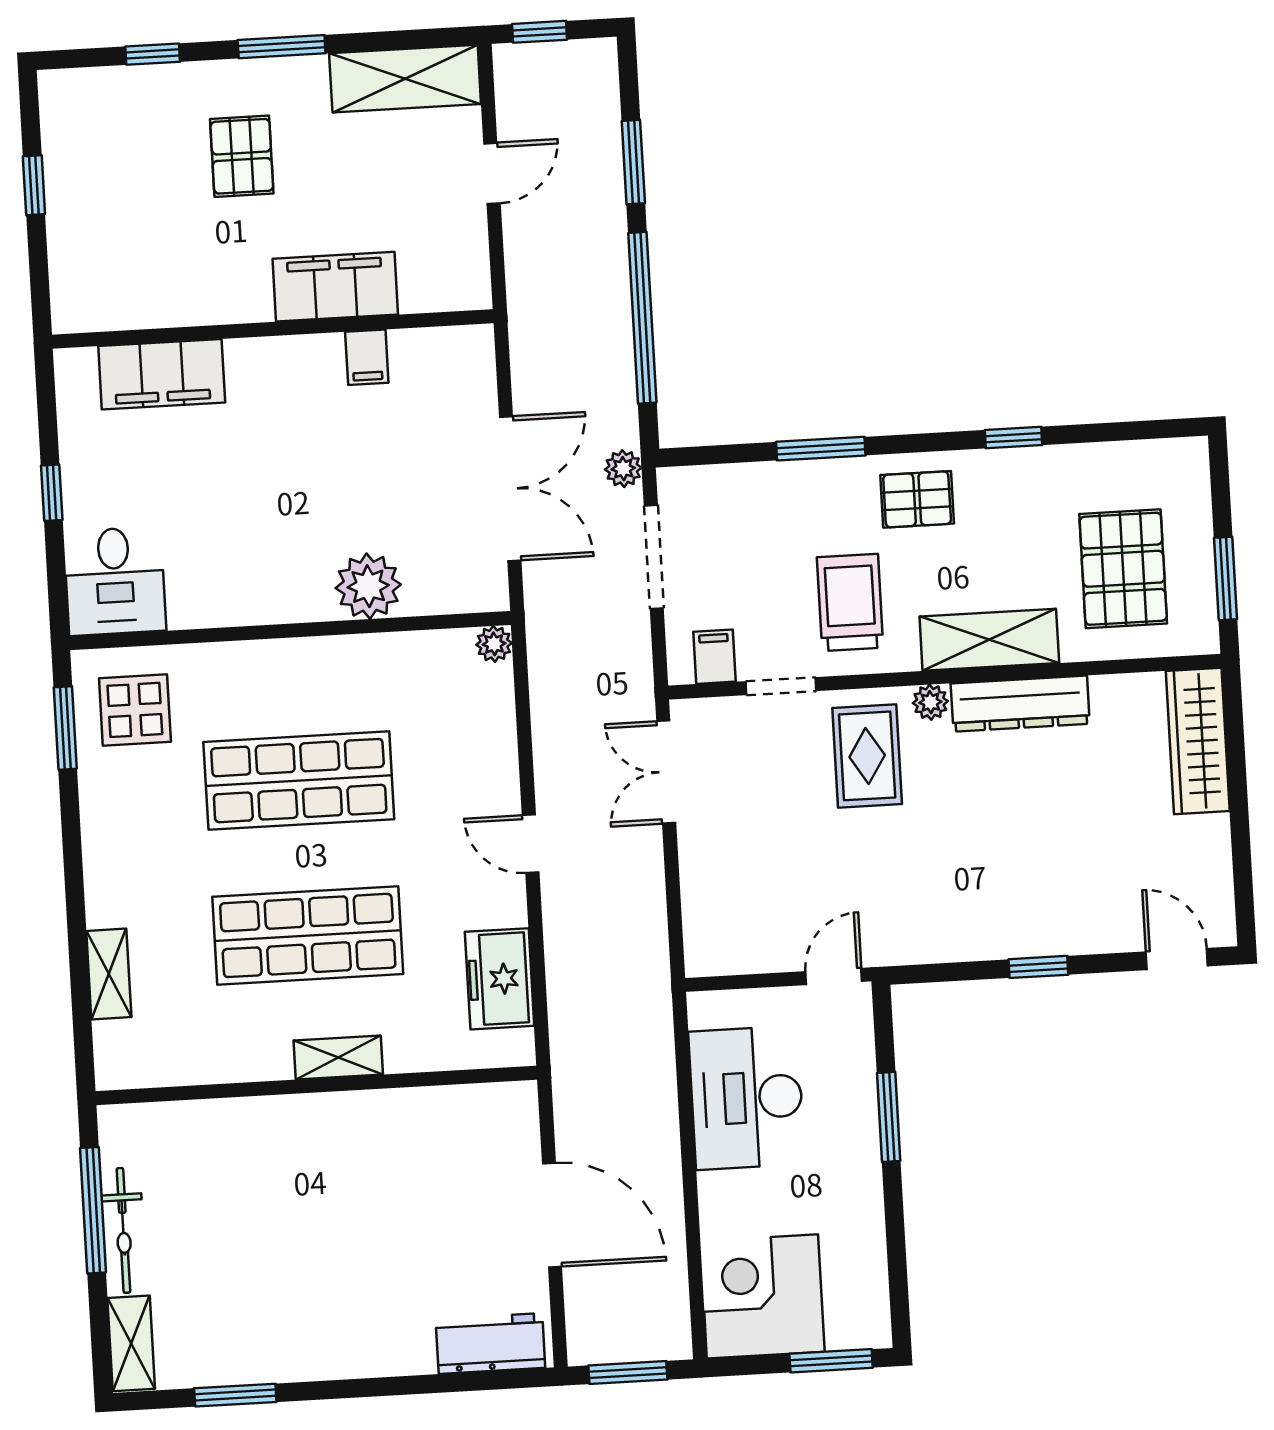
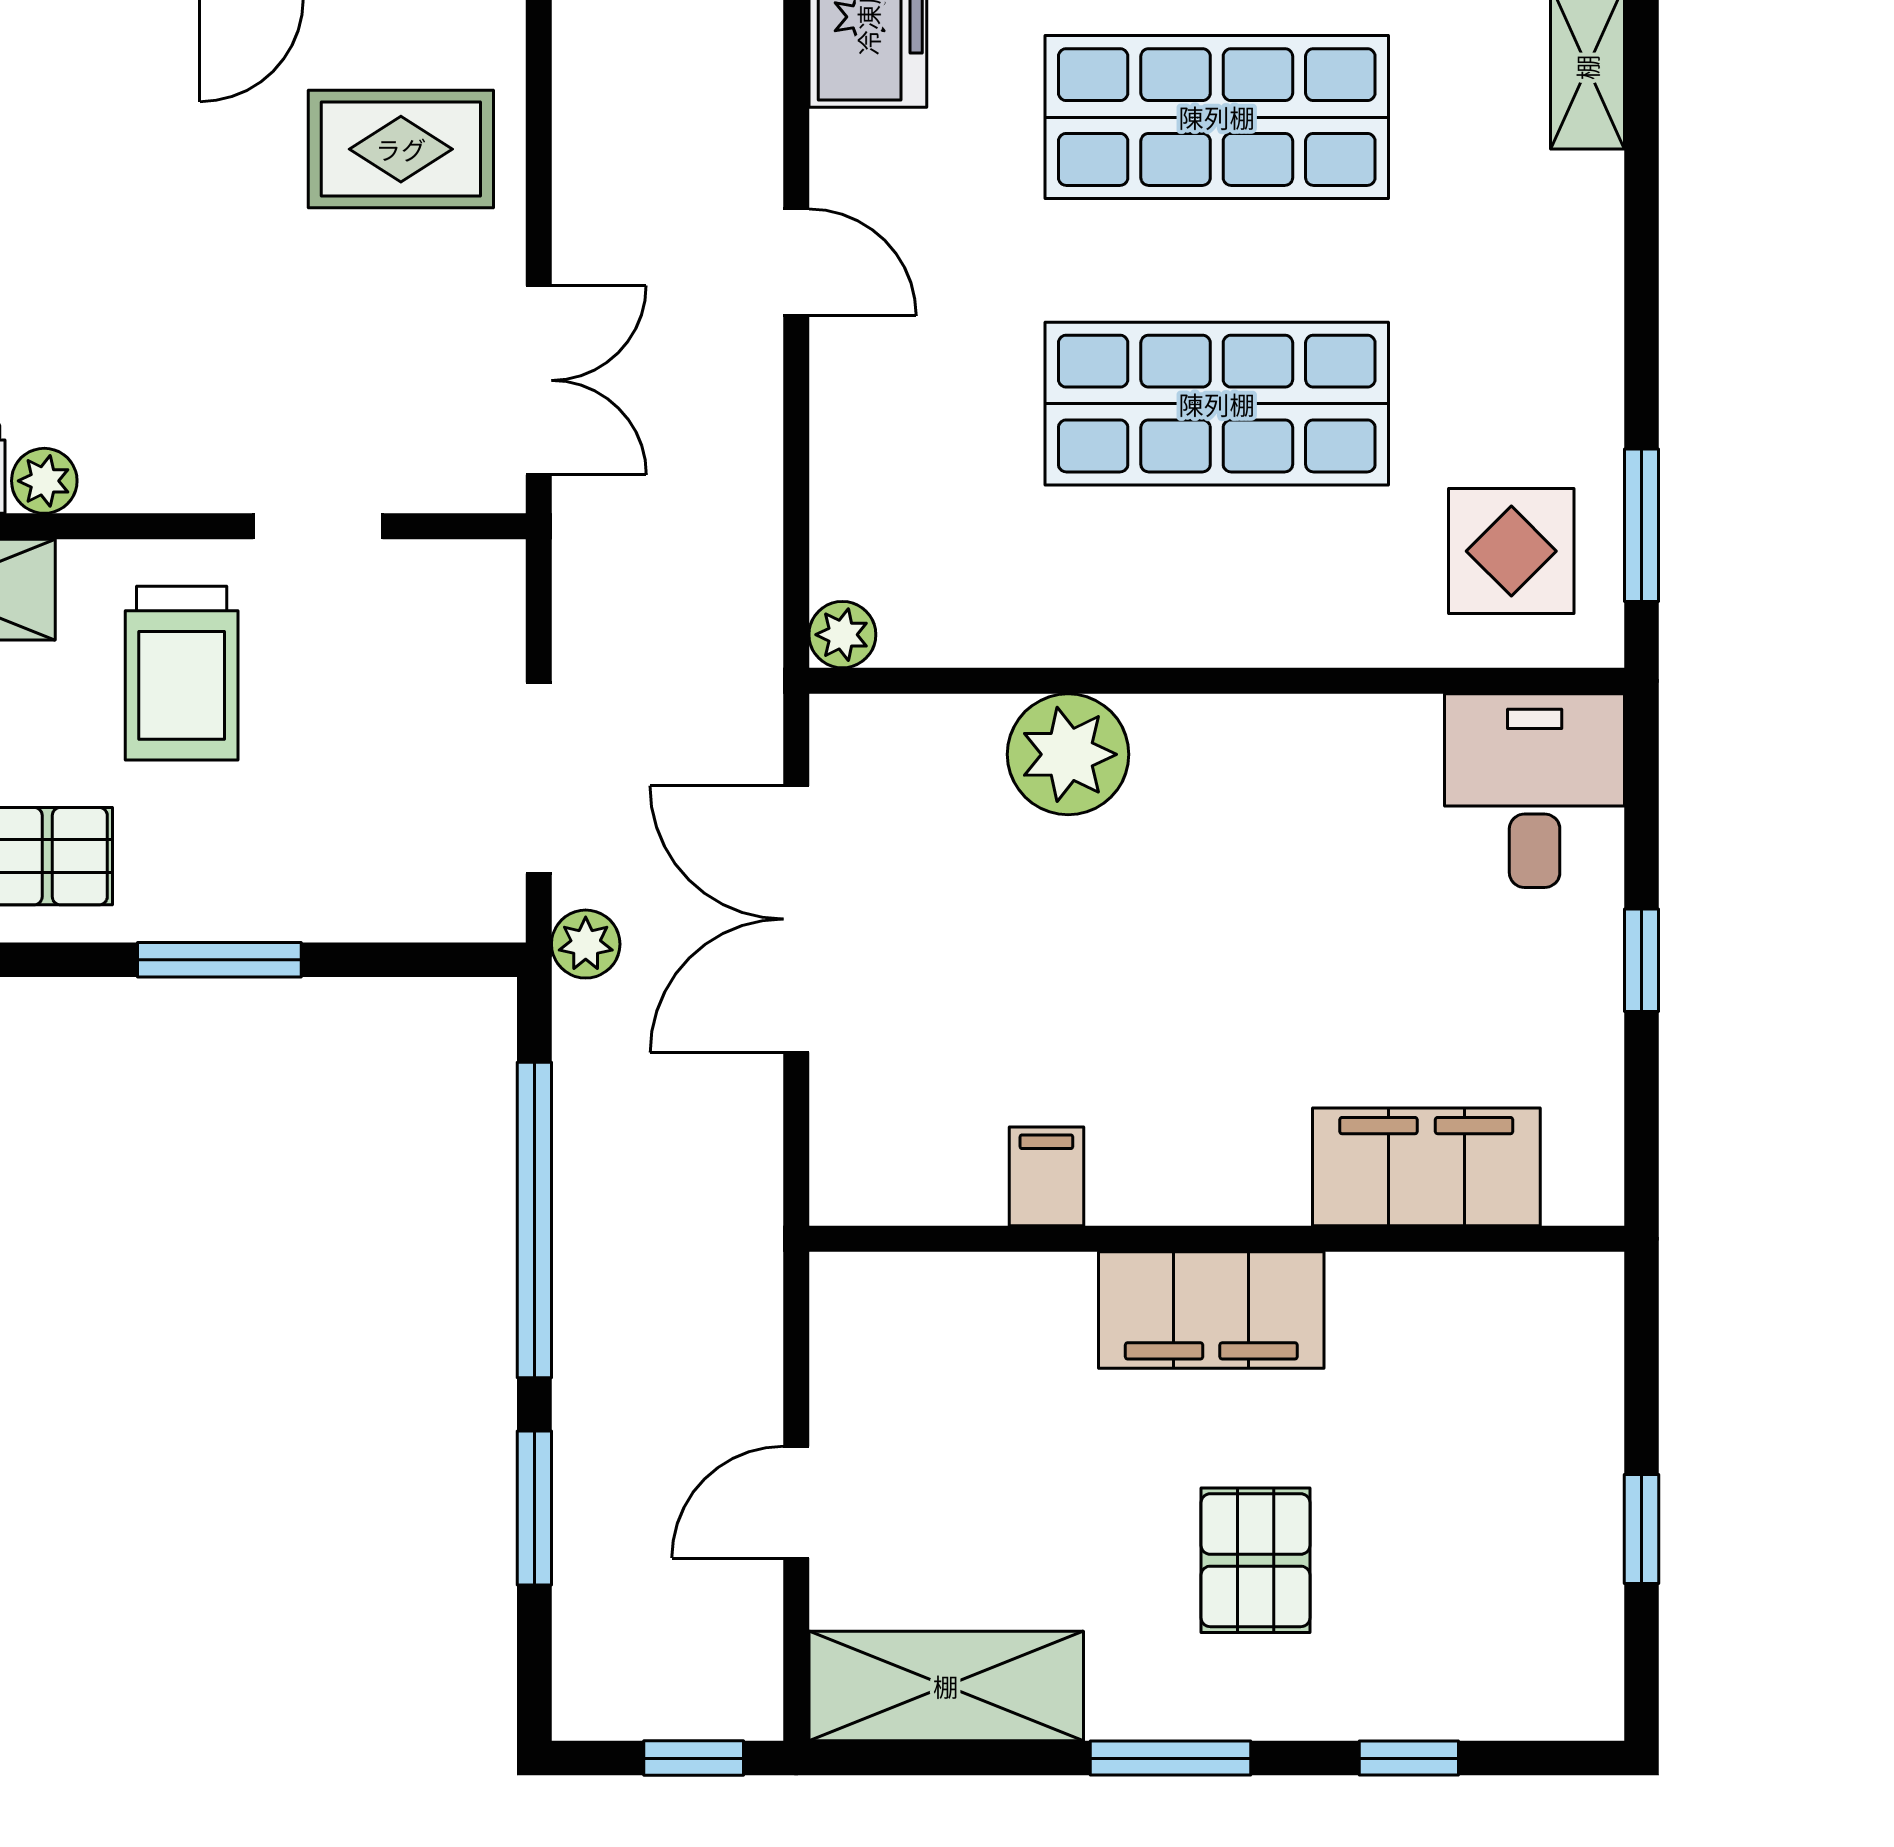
filing cabinet: (335, 287) -> (1211, 1310), moved
filing cabinet: (714, 657) -> (437, 588), removed
rug: (867, 756) -> (401, 149), moved, turned 90

